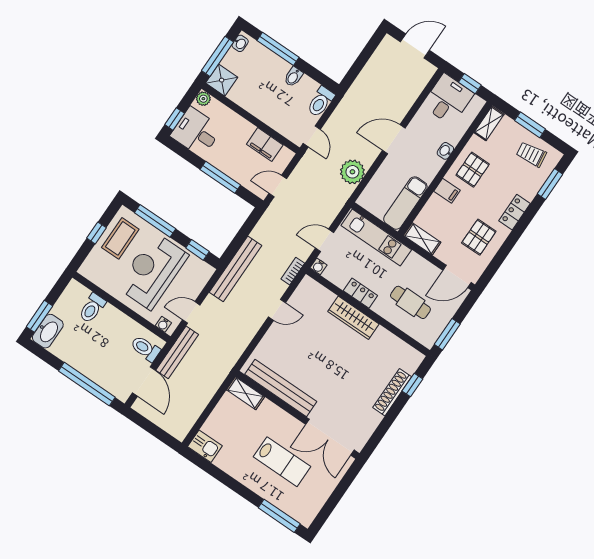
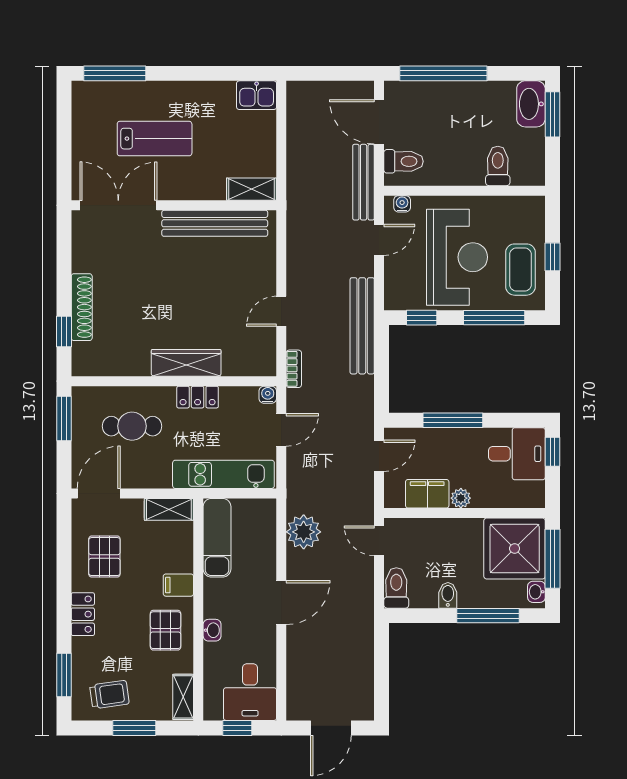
shower: (222, 80) -> (515, 548), width x1.86, depth x1.86
plant: (203, 99) -> (461, 498), moved
lab bench: (282, 462) -> (155, 139), turned 180

